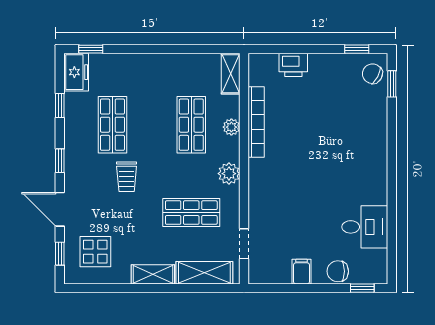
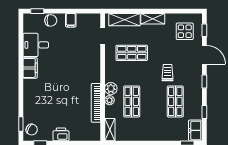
printer: (293, 65) -> (61, 134), moved
plant: (229, 174) -> (111, 89), moved
filing cabinet: (375, 185) -> (30, 68), added

